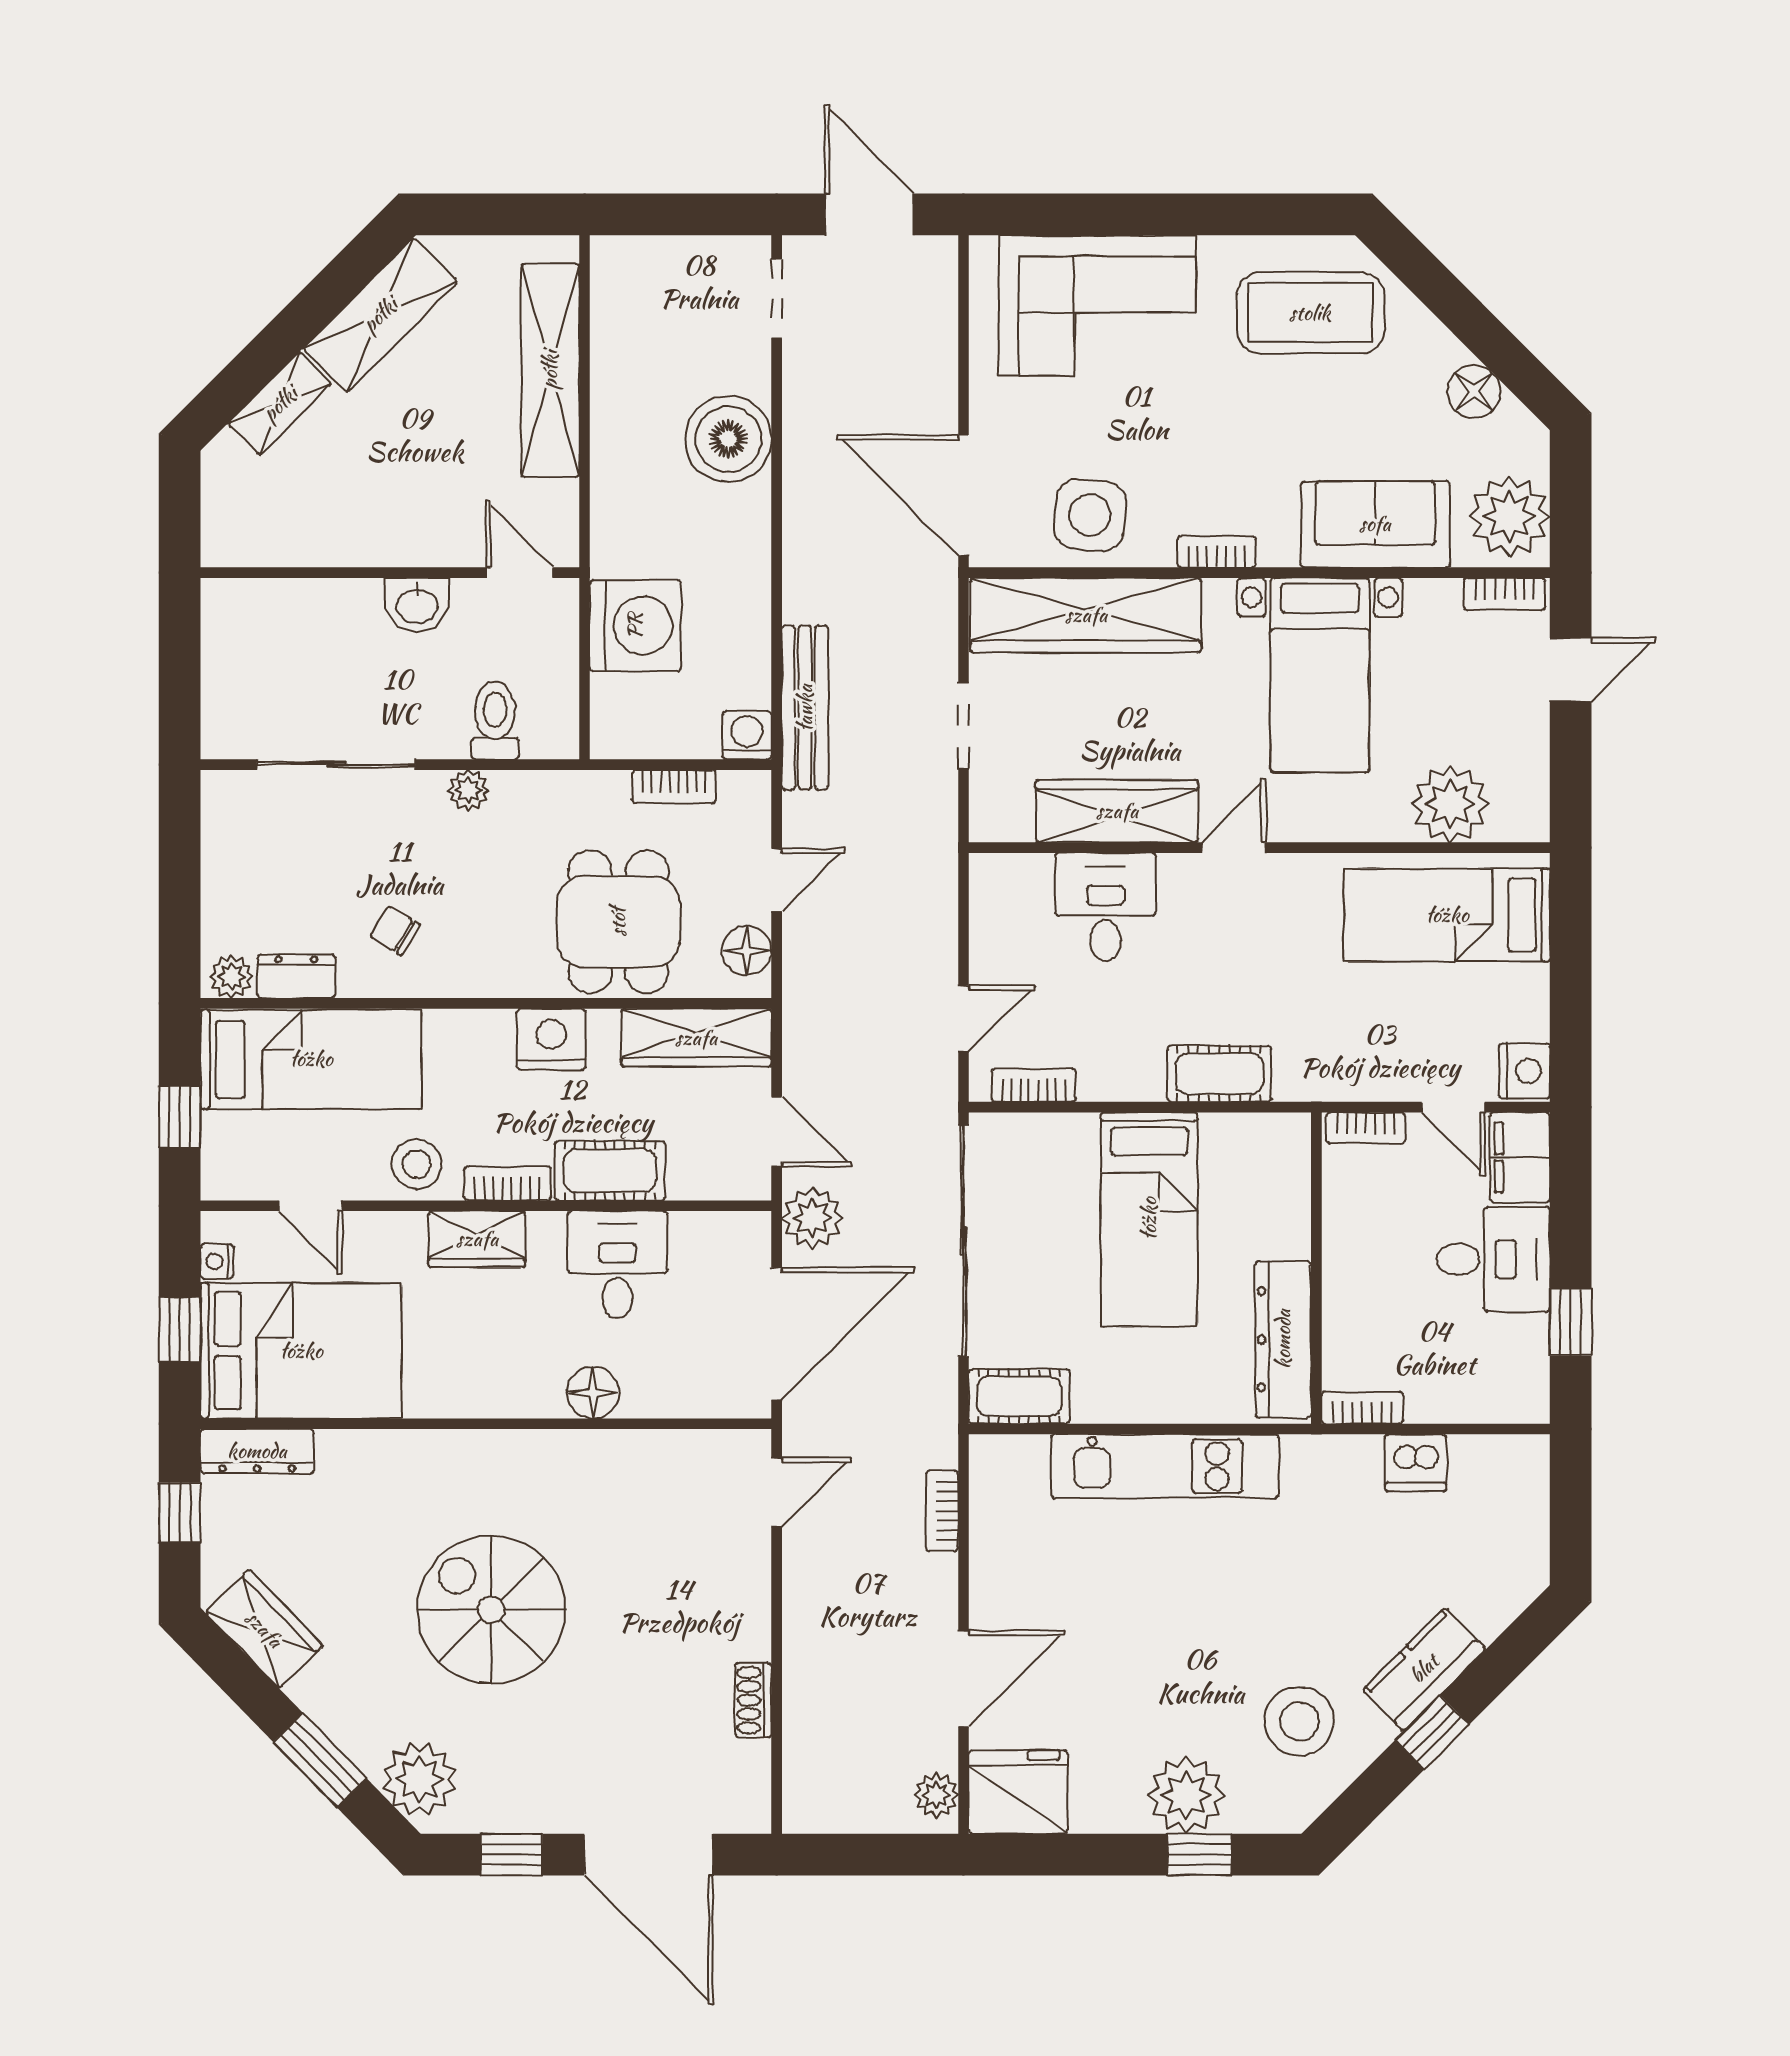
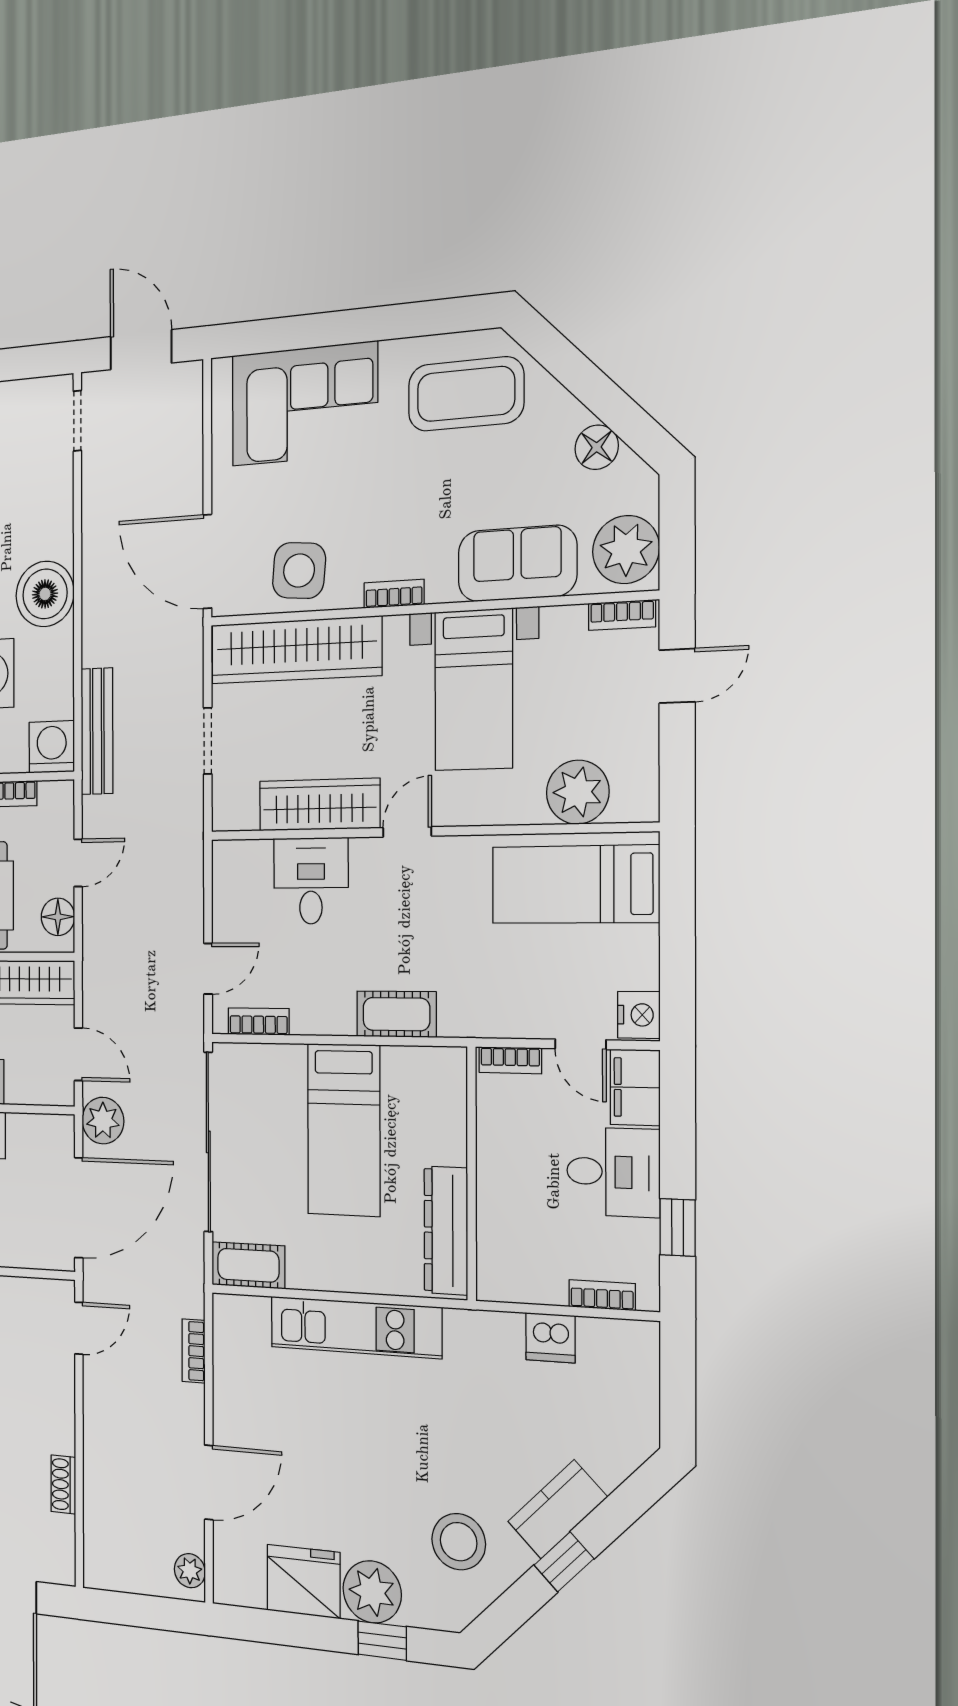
boiler: (728, 439) -> (45, 594), moved
washing machine: (747, 735) -> (52, 747), width x1.38, depth x1.38
bookcase: (1362, 1408) -> (602, 1295), moved
fridge: (1018, 1792) -> (303, 1581), moved

